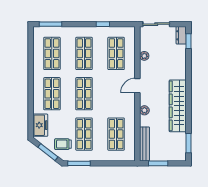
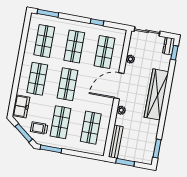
door: (137, 86) -> (119, 86), width x1.87
wardrobe: (178, 106) -> (156, 94), moved

